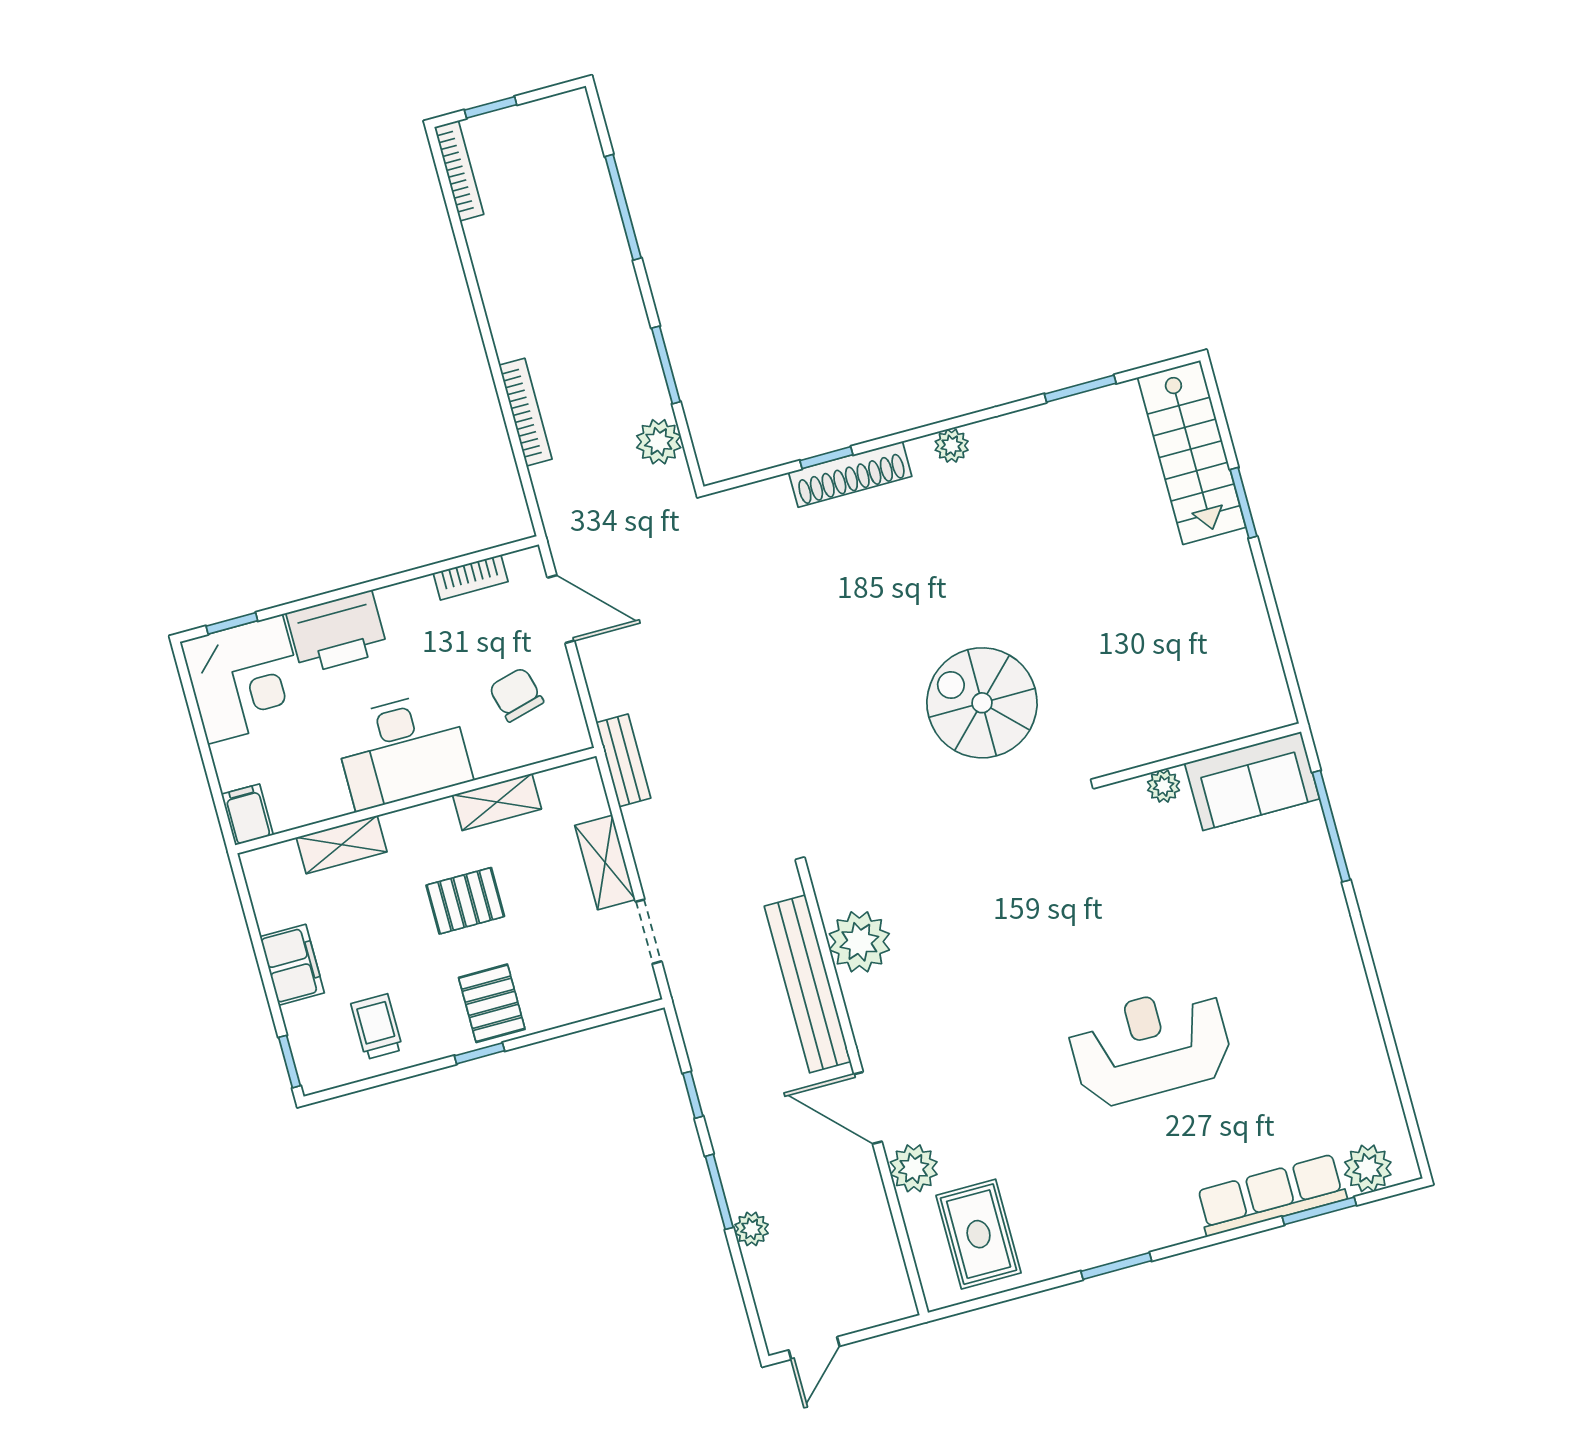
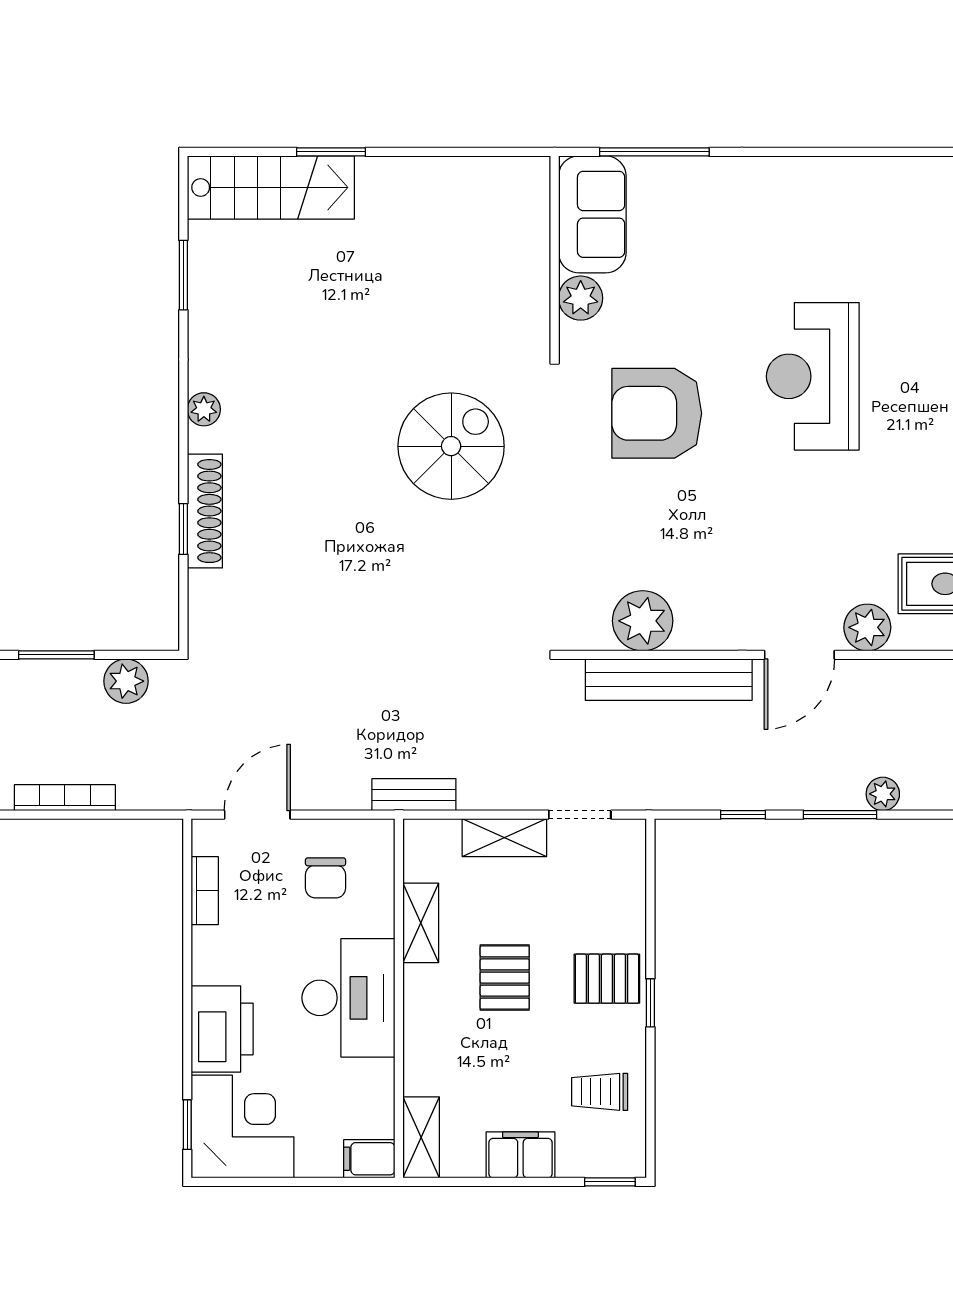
chair: (516, 695) -> (326, 878), turned -75
spiral stairs: (982, 703) -> (451, 446), turned 180
plant: (1164, 786) -> (581, 298), width x1.38, depth x1.38
shelving: (342, 845) -> (421, 1137), moved
armchair: (1071, 900) -> (657, 413), added

